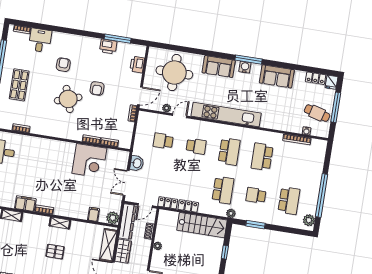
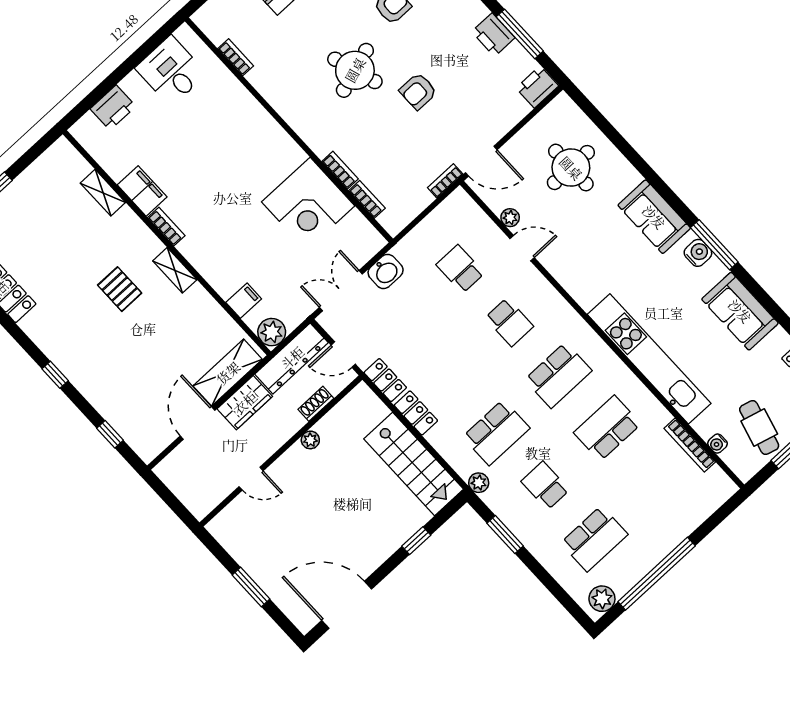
printer: (137, 65) -> (537, 87), moved
round table: (174, 73) -> (571, 168), width x0.73, depth x0.73
kitchen unit: (226, 115) -> (649, 359), moved
pallet: (55, 252) -> (120, 289), moved

